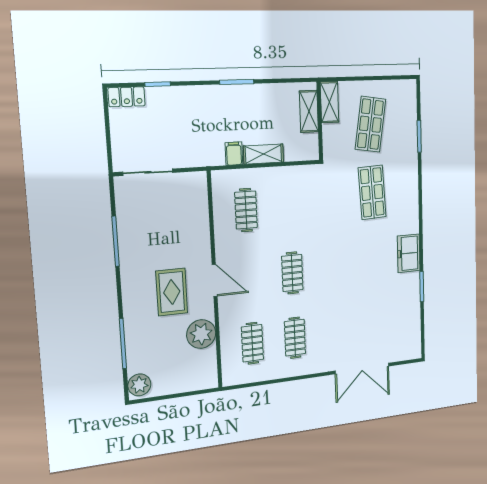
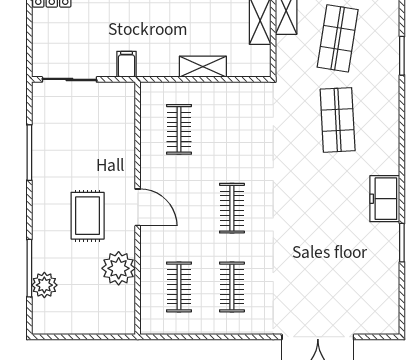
filing cabinet: (234, 154) -> (127, 64), moved
plant: (139, 385) -> (44, 285), moved

